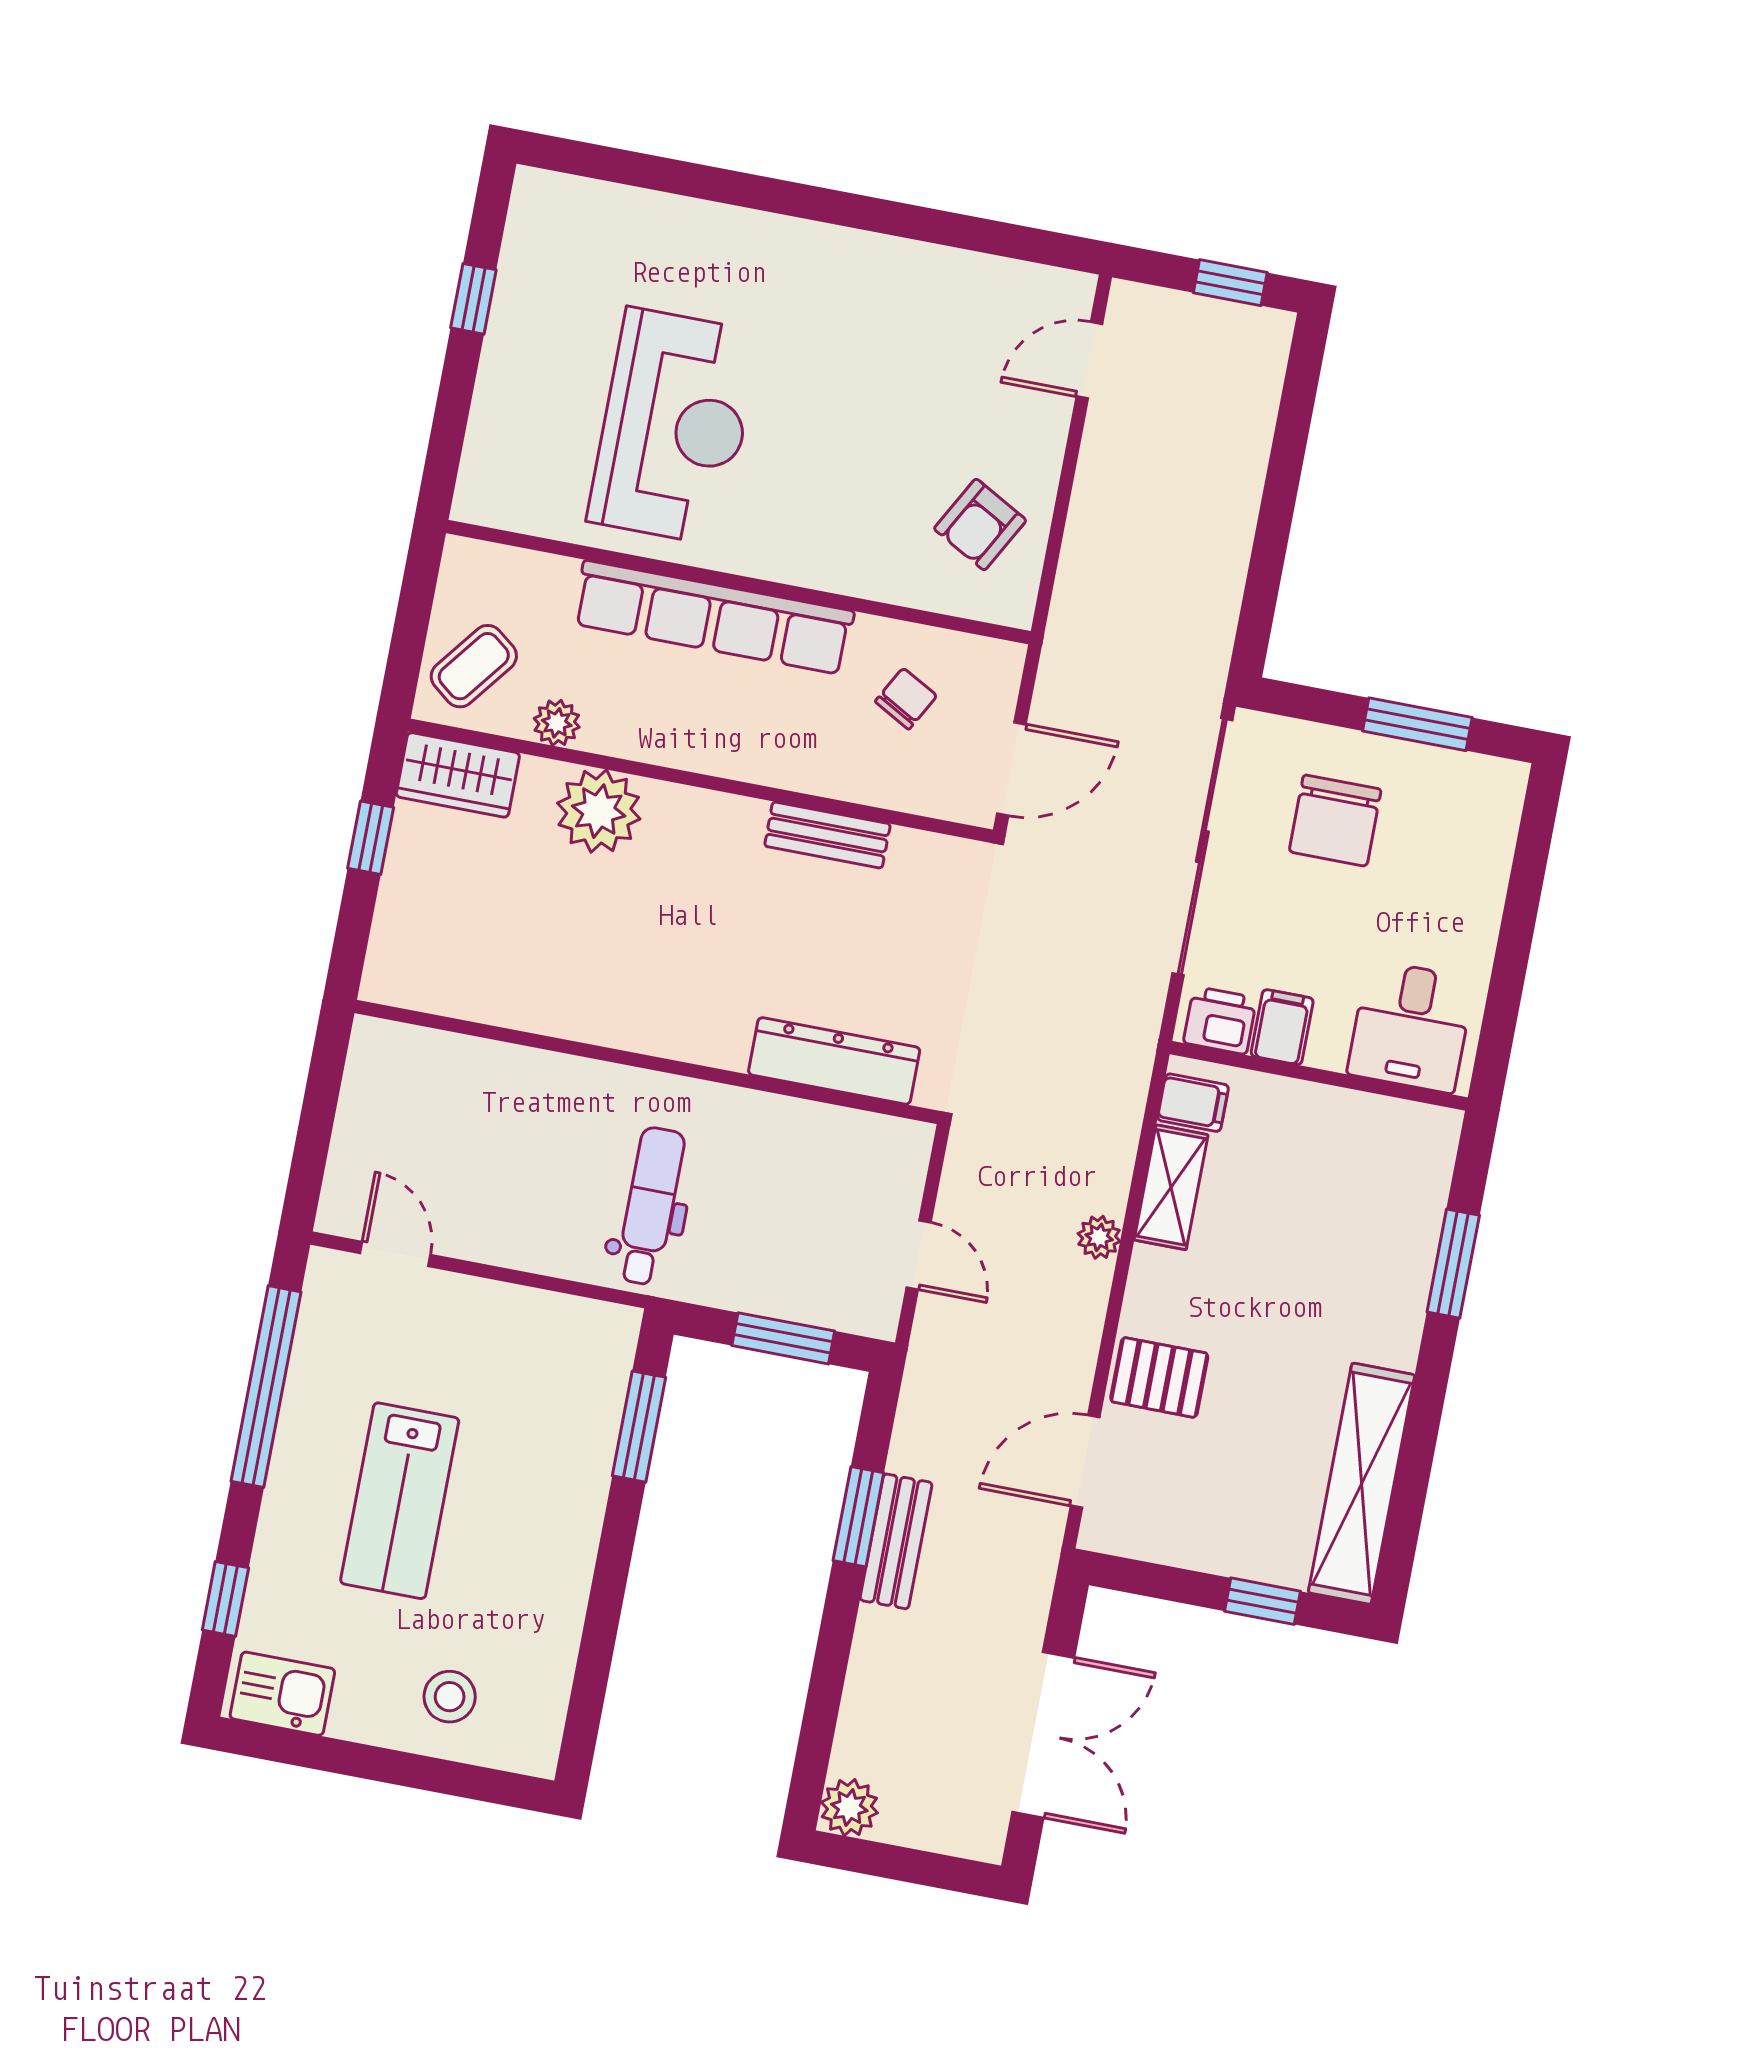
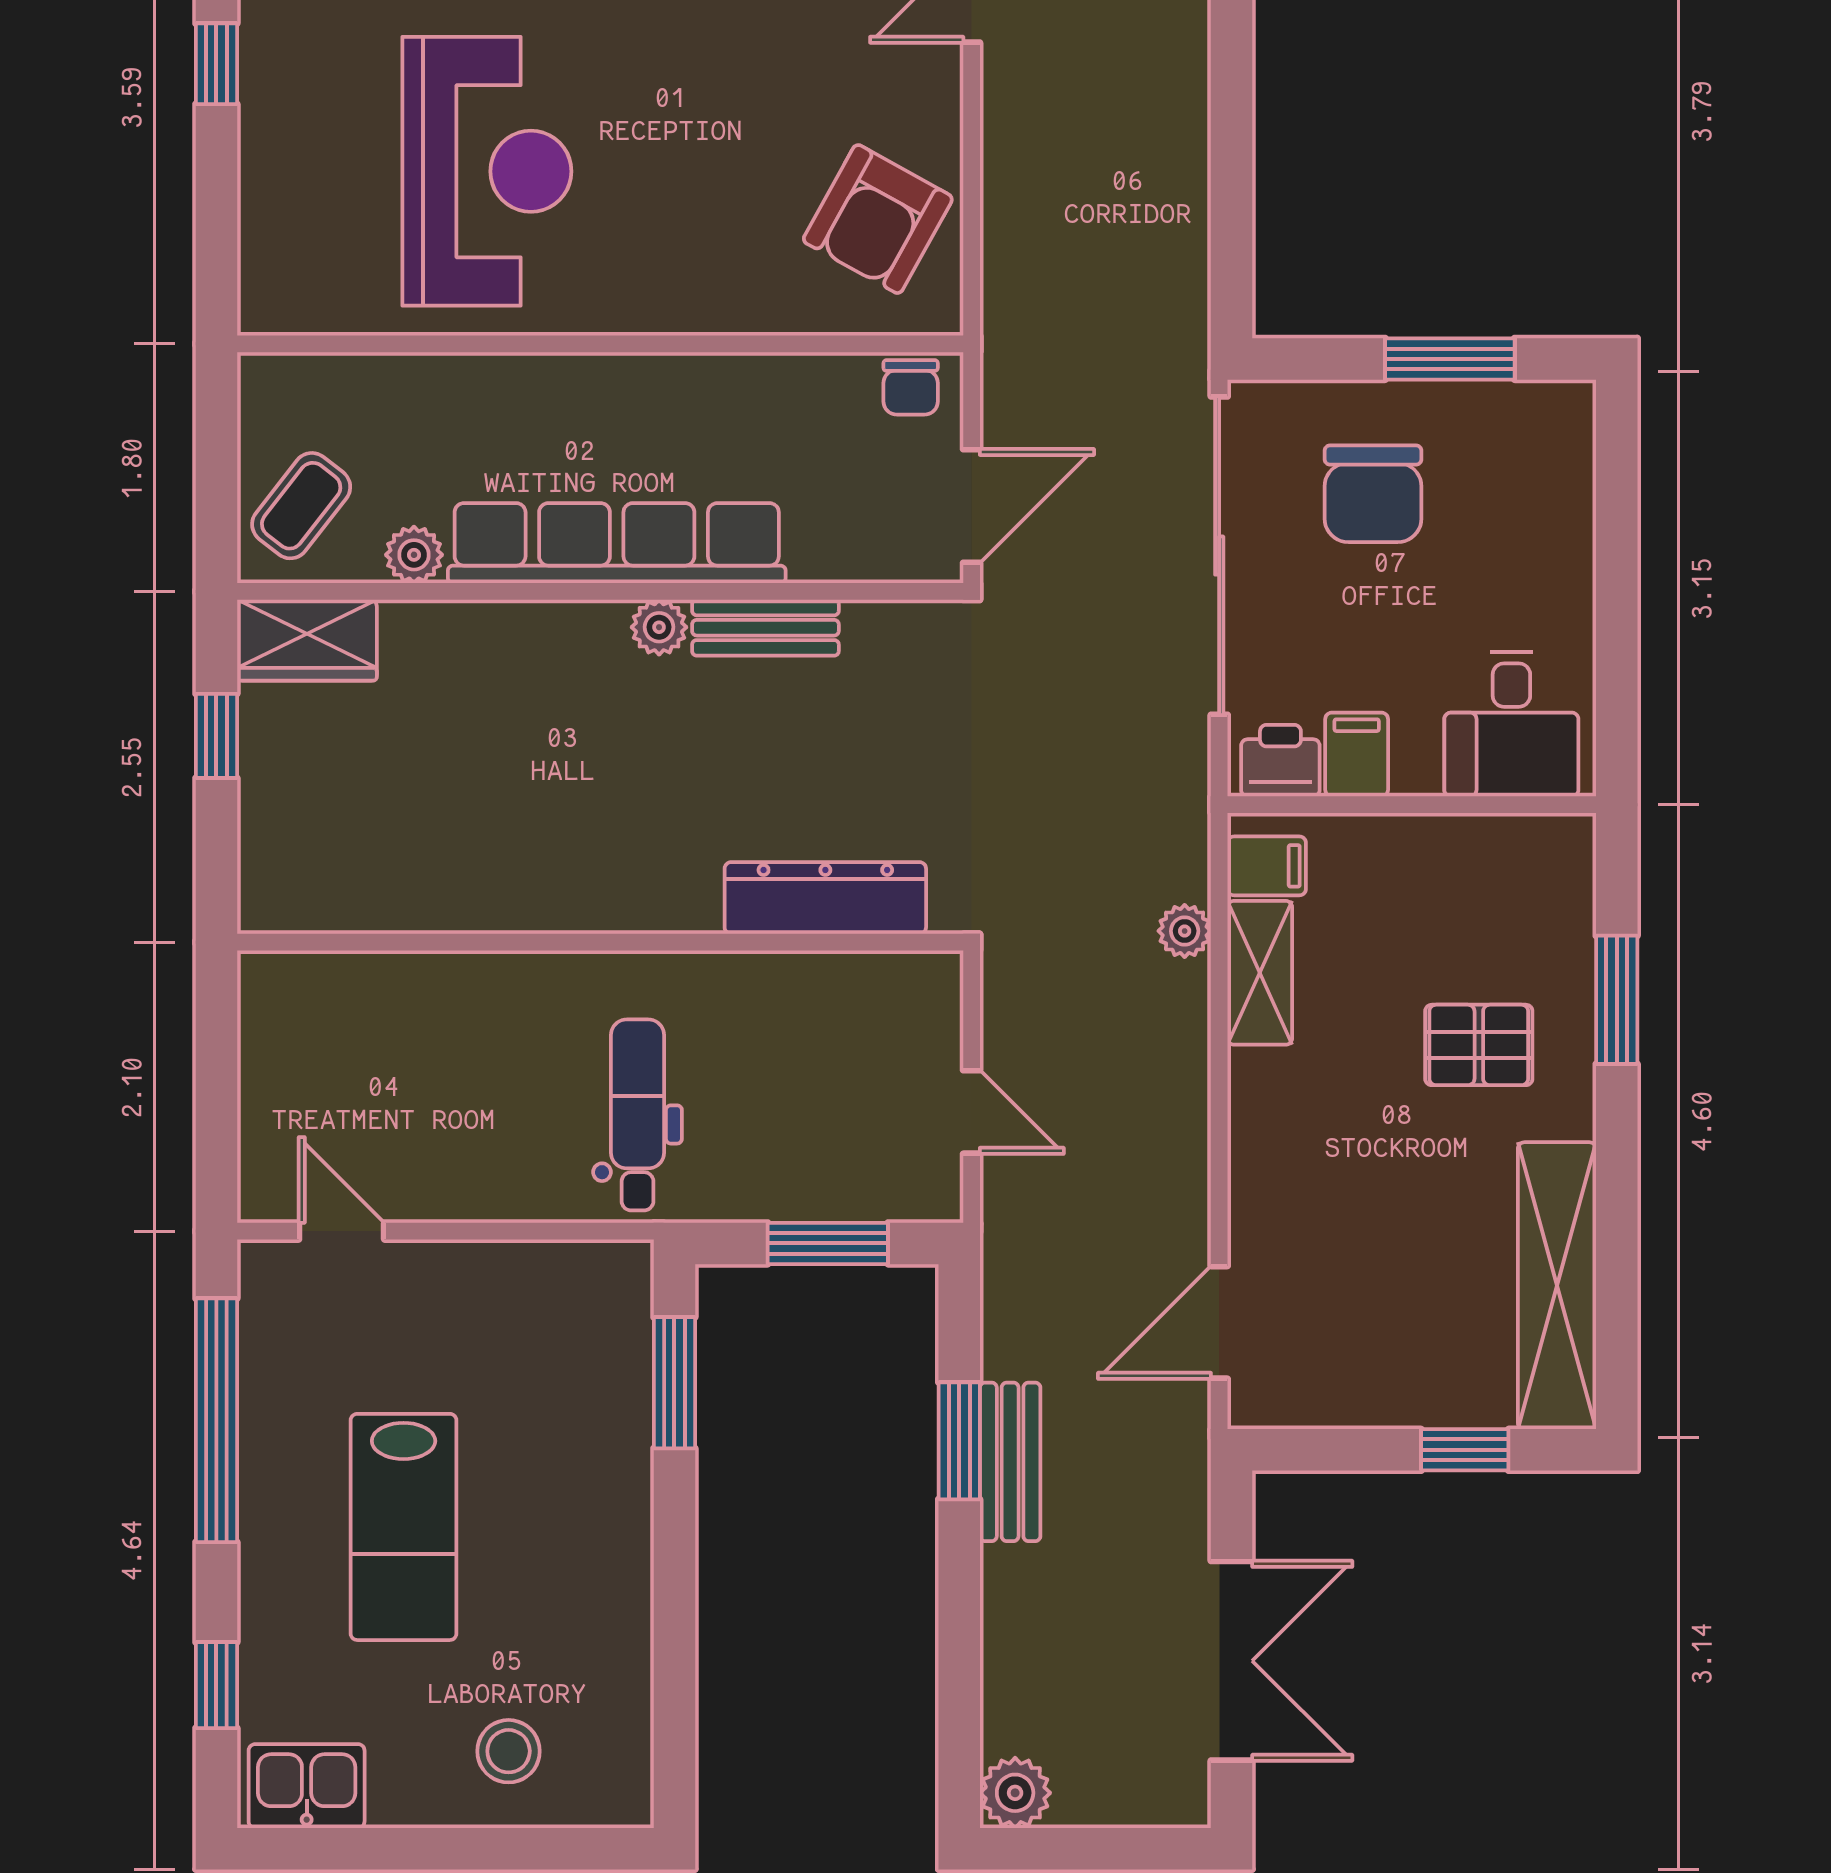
armchair: (980, 525) -> (878, 219), width x1.38, depth x1.38
row of seats: (713, 617) -> (617, 543), moved, turned 180
chair: (906, 699) -> (911, 387), moved, turned 151
plant: (599, 811) -> (659, 627), moved, width x0.53, depth x0.53
plant: (1099, 1237) -> (1185, 931), moved
pallet: (1159, 1377) -> (1479, 1045), moved

